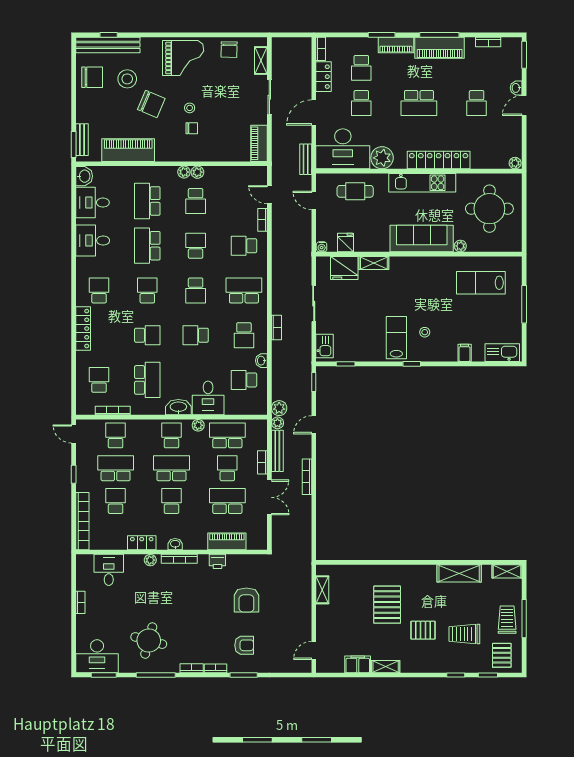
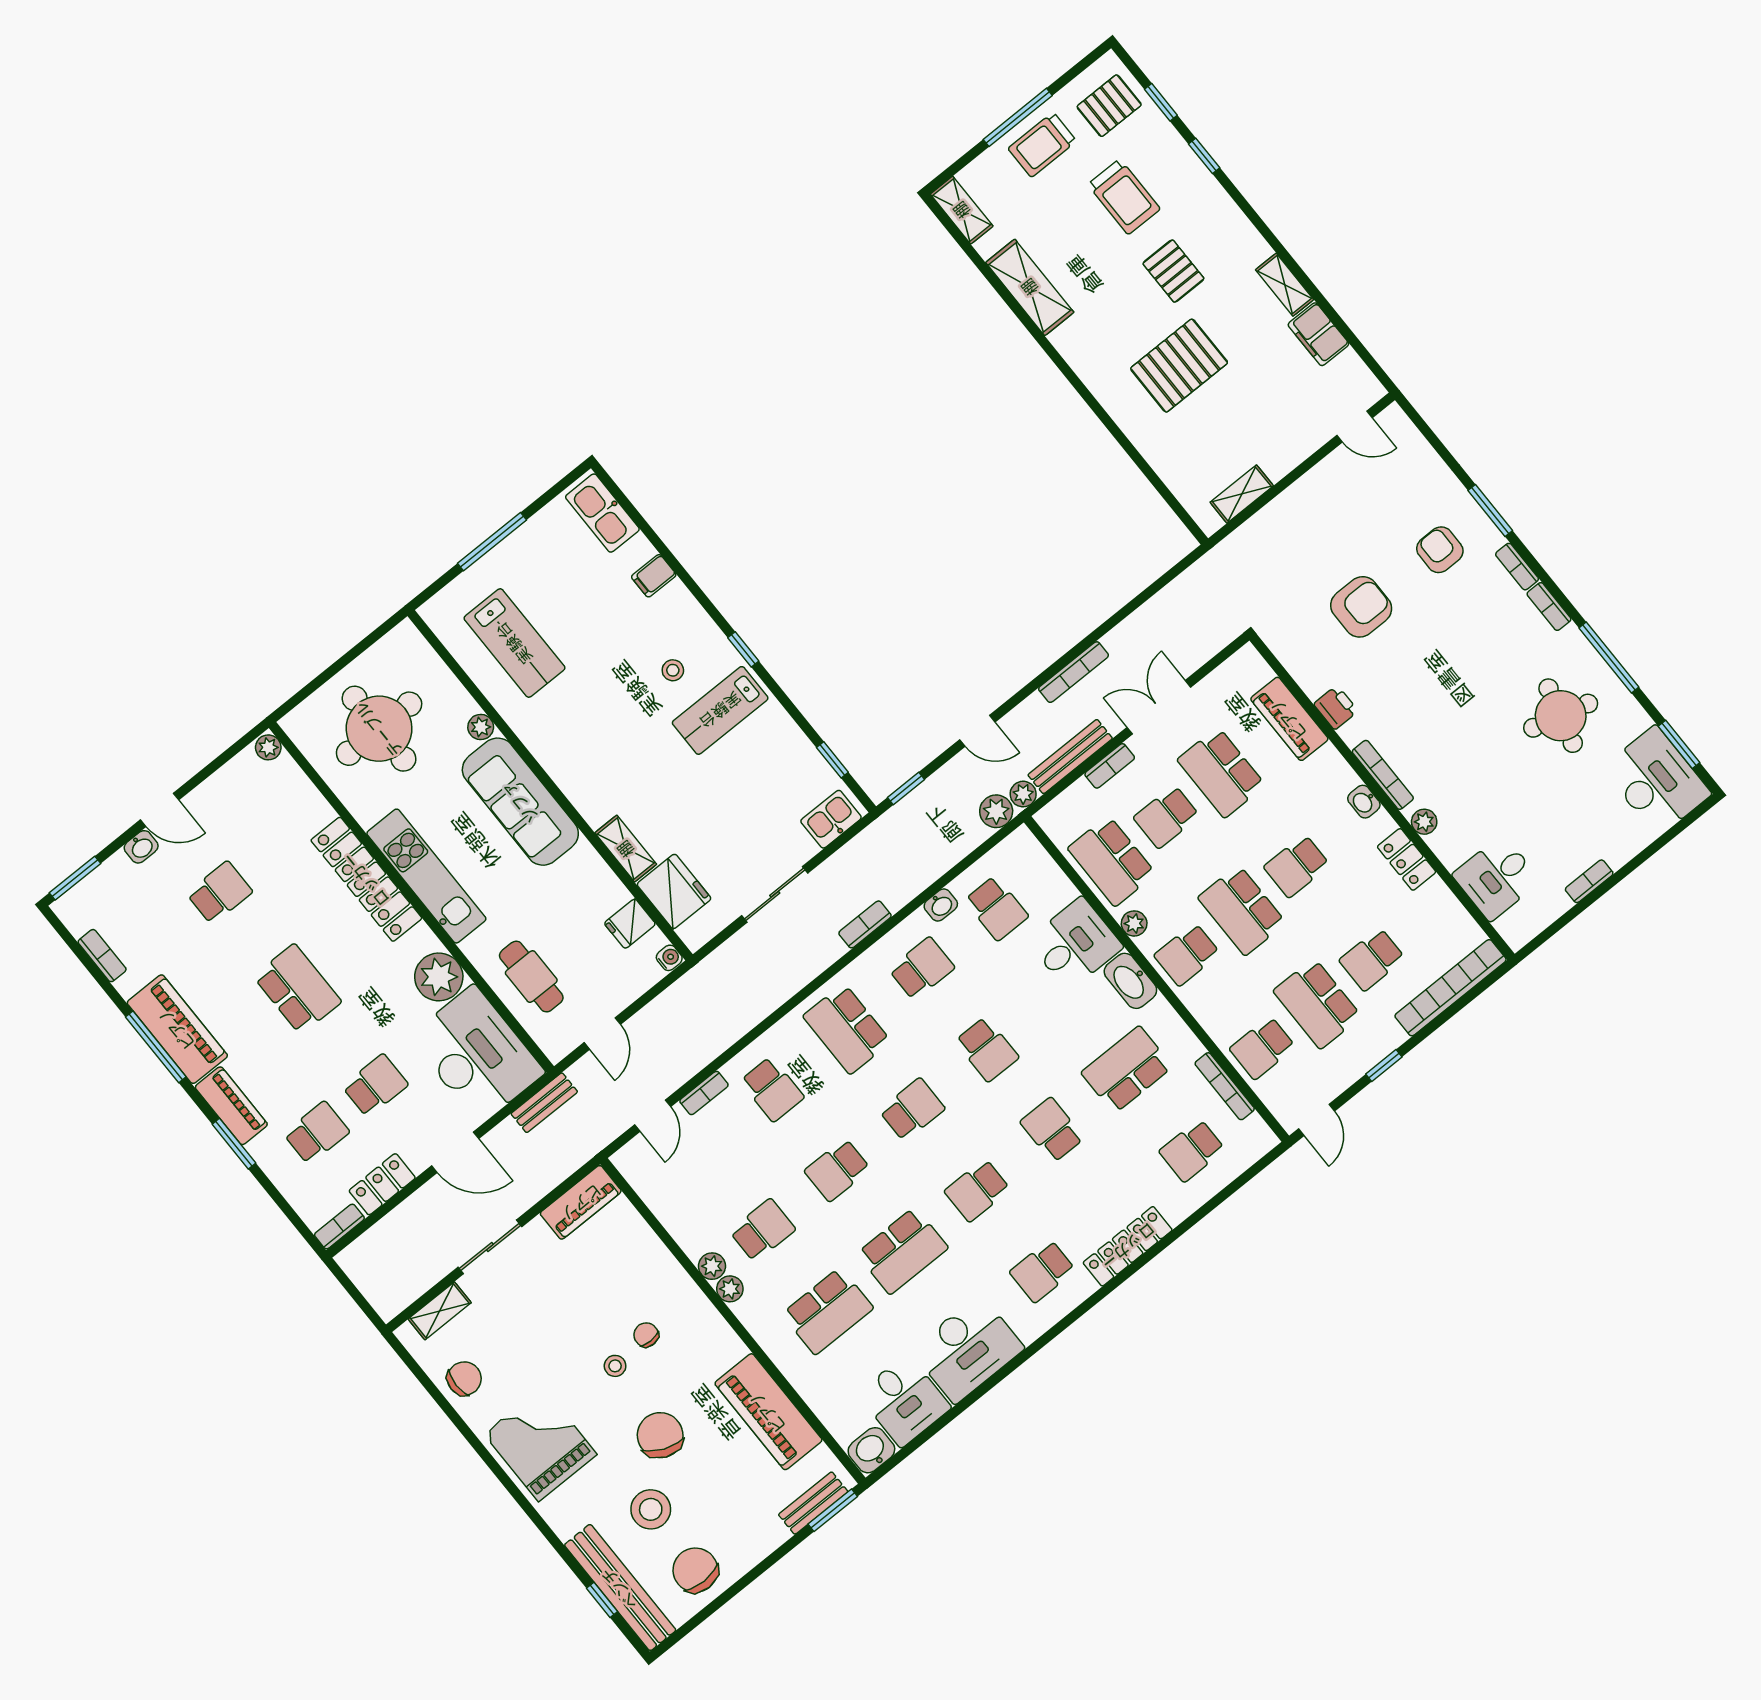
desk: (93, 241) -> (968, 1349), width x1.37

